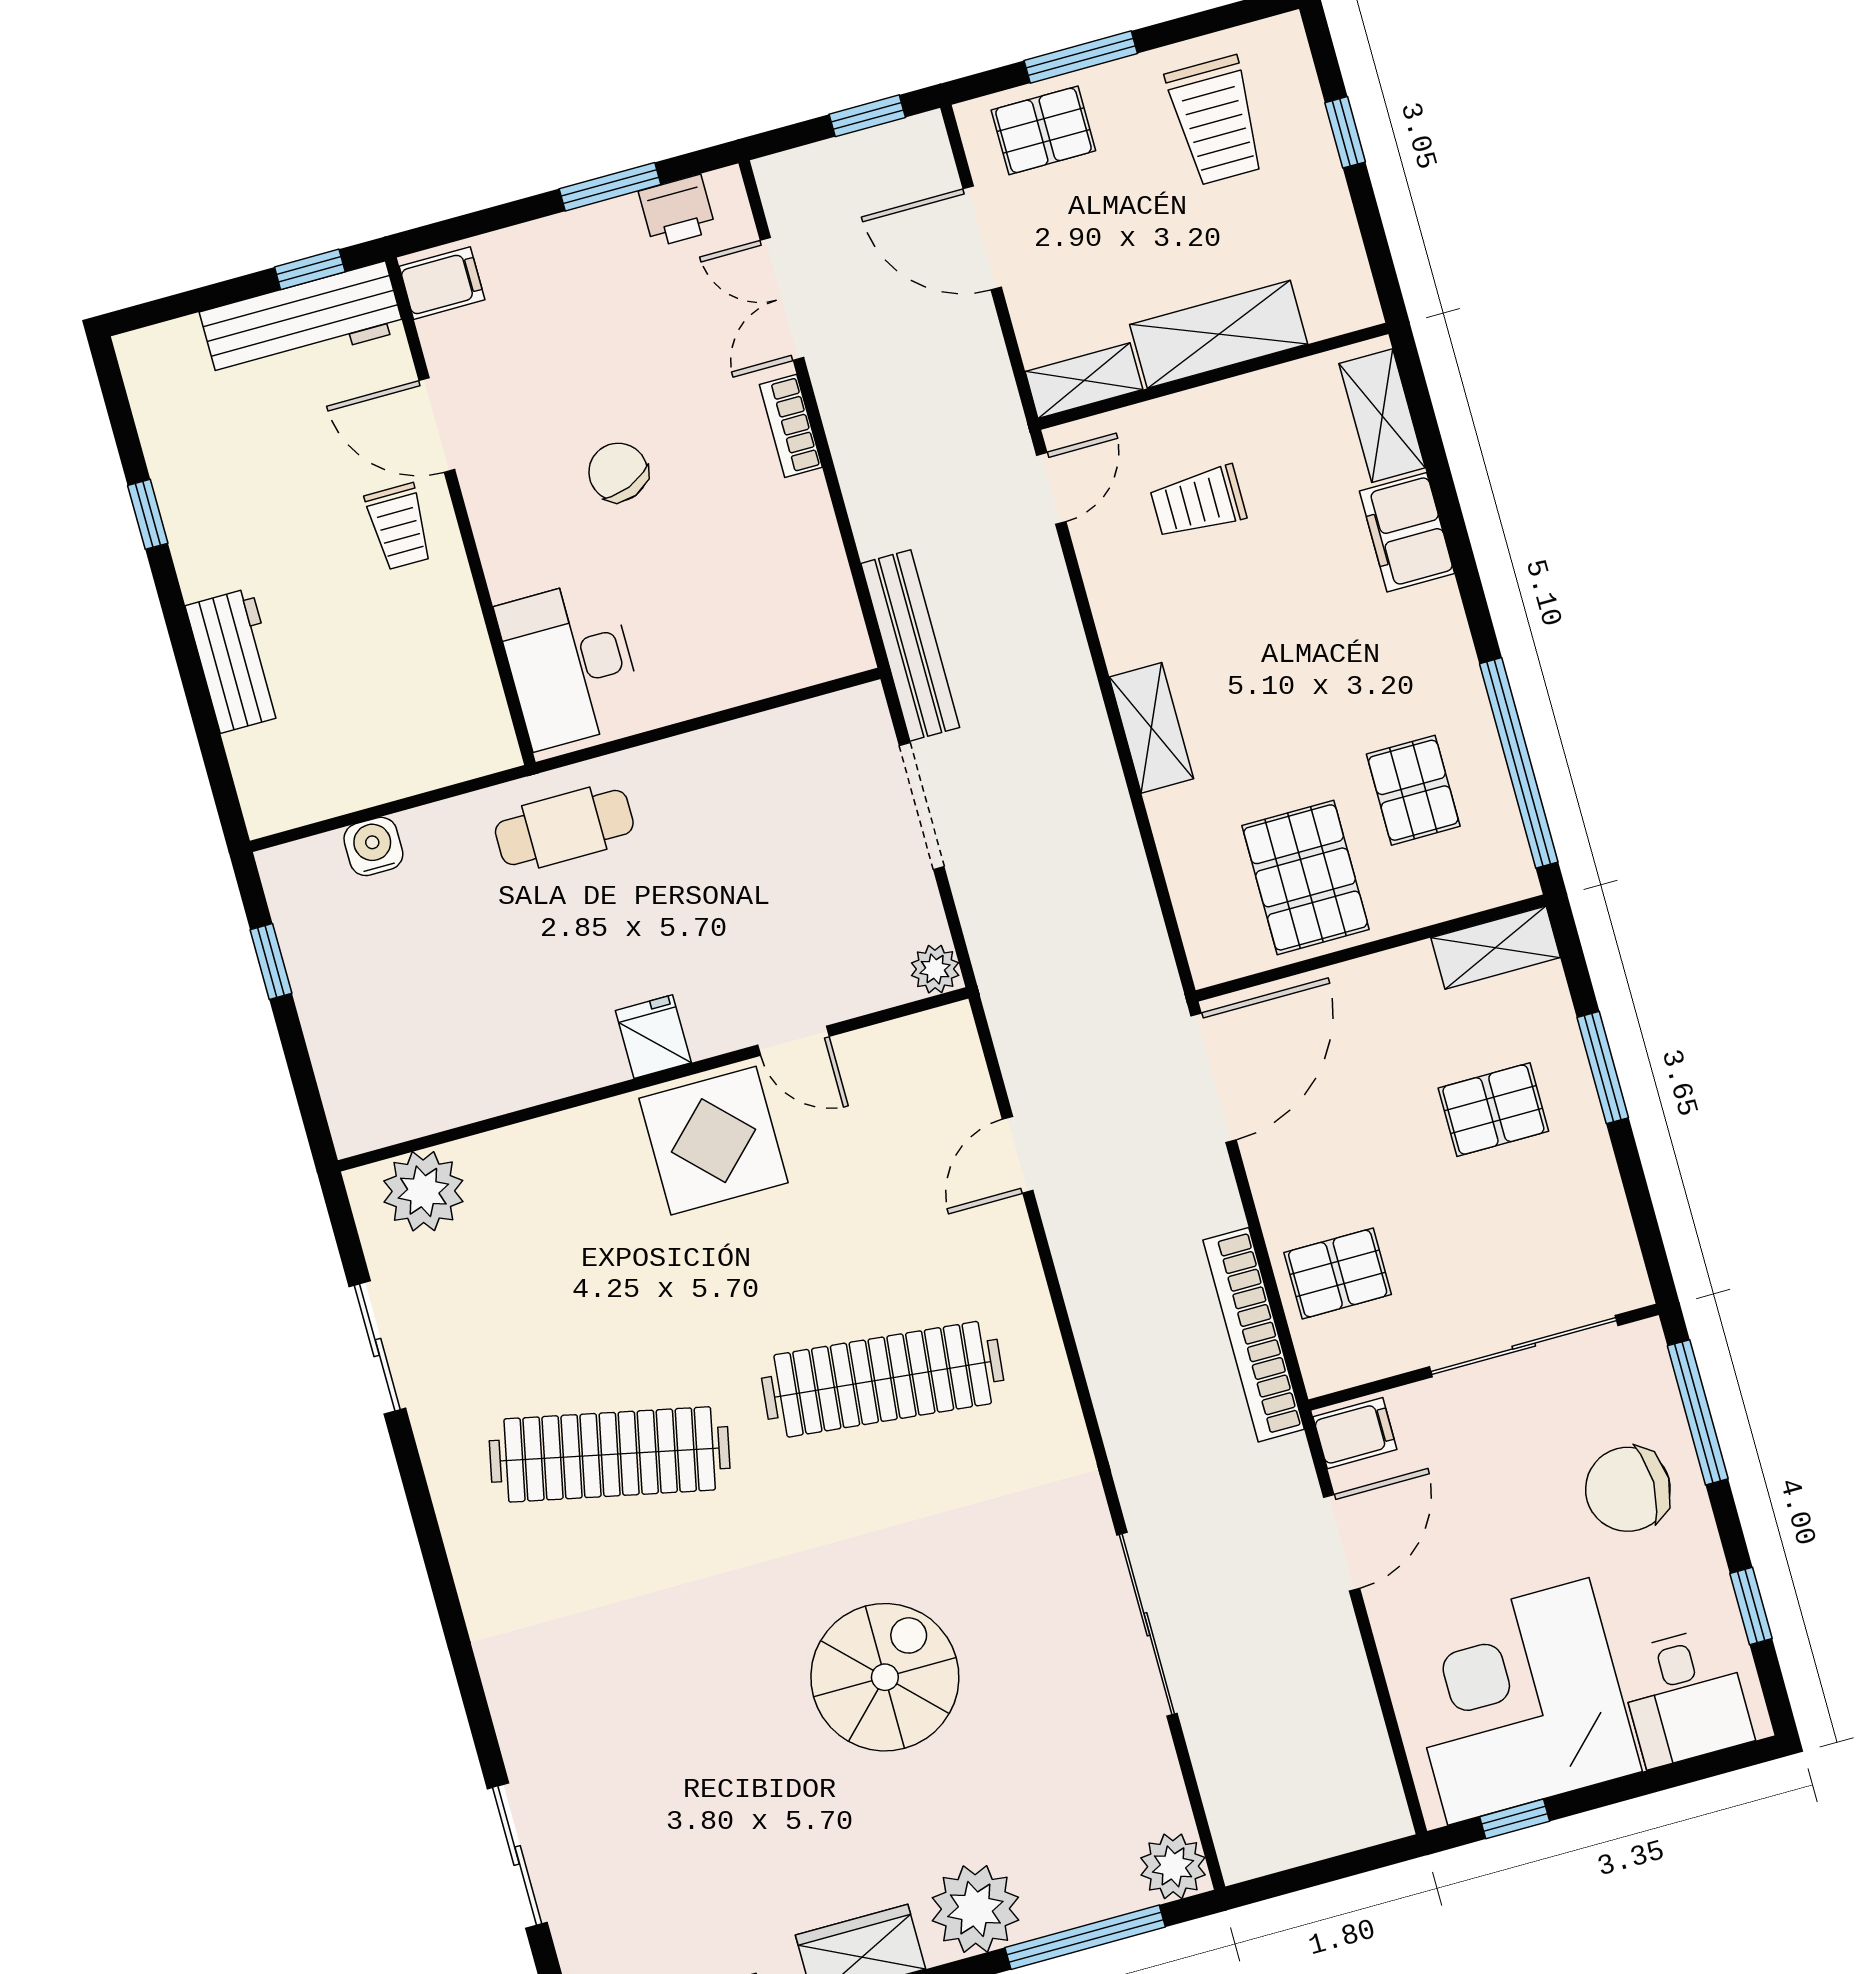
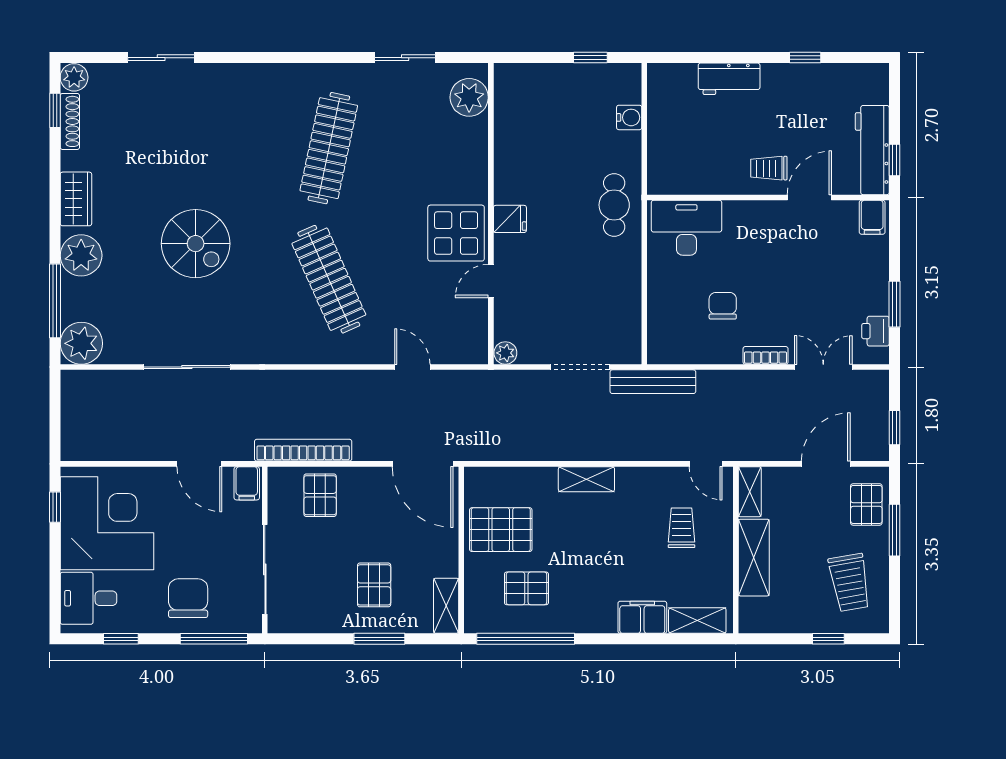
trolley: (1216, 120) -> (850, 583), turned -100
chair: (618, 472) -> (723, 306), moved, turned -68
clothes rail: (883, 1379) -> (329, 279), turned -30
plant: (1173, 1866) -> (81, 343), width x1.36, depth x1.36

